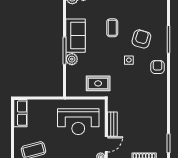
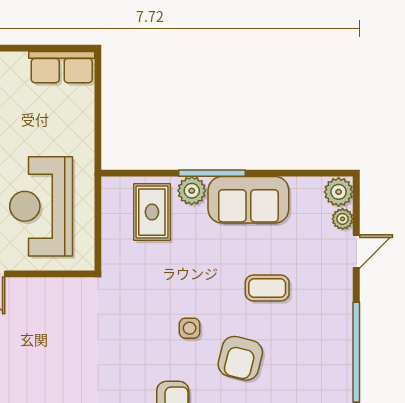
armchair: (141, 39) -> (240, 358), turned 88
rug: (98, 83) -> (152, 212), moved
bench: (112, 124) -> (35, 288), removed

